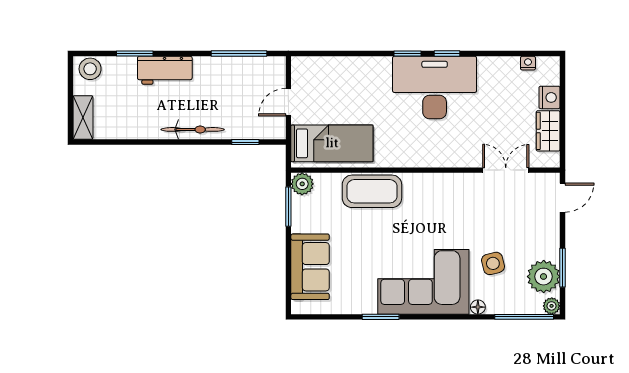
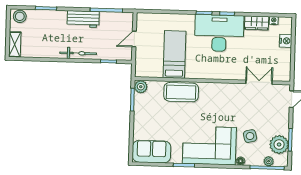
workbench: (165, 70) -> (83, 19), moved
wardrobe: (548, 131) -> (257, 23), moved, turned -90
bed: (332, 143) -> (175, 54), moved, turned -90
sofa: (310, 267) -> (151, 152), moved, turned -90
plant: (552, 306) -> (269, 161), moved

